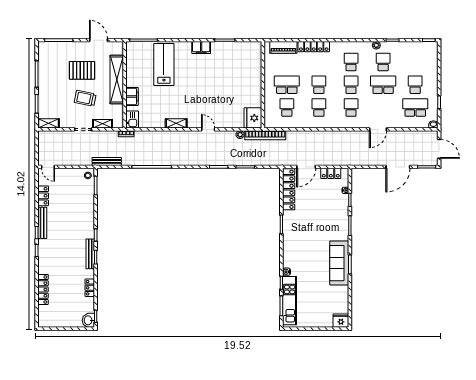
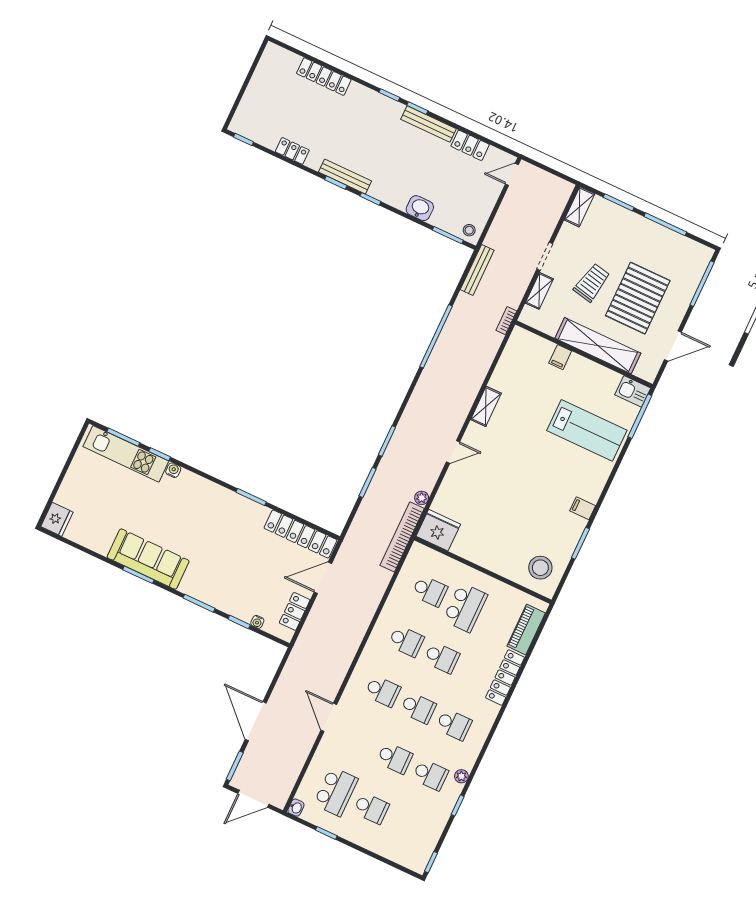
filing cabinet: (201, 48) -> (583, 508), width x0.50
stool: (247, 55) -> (540, 568), added
pallet: (82, 70) -> (638, 298), width x1.37, depth x1.41
school desk: (383, 85) -> (395, 758), width x0.54
filing cabinet: (132, 96) -> (560, 357), width x0.50
kitchen sink: (132, 120) -> (633, 391), moved
door: (306, 167) -> (323, 578), hinge flipped
washbasin: (88, 320) -> (420, 208), moved

